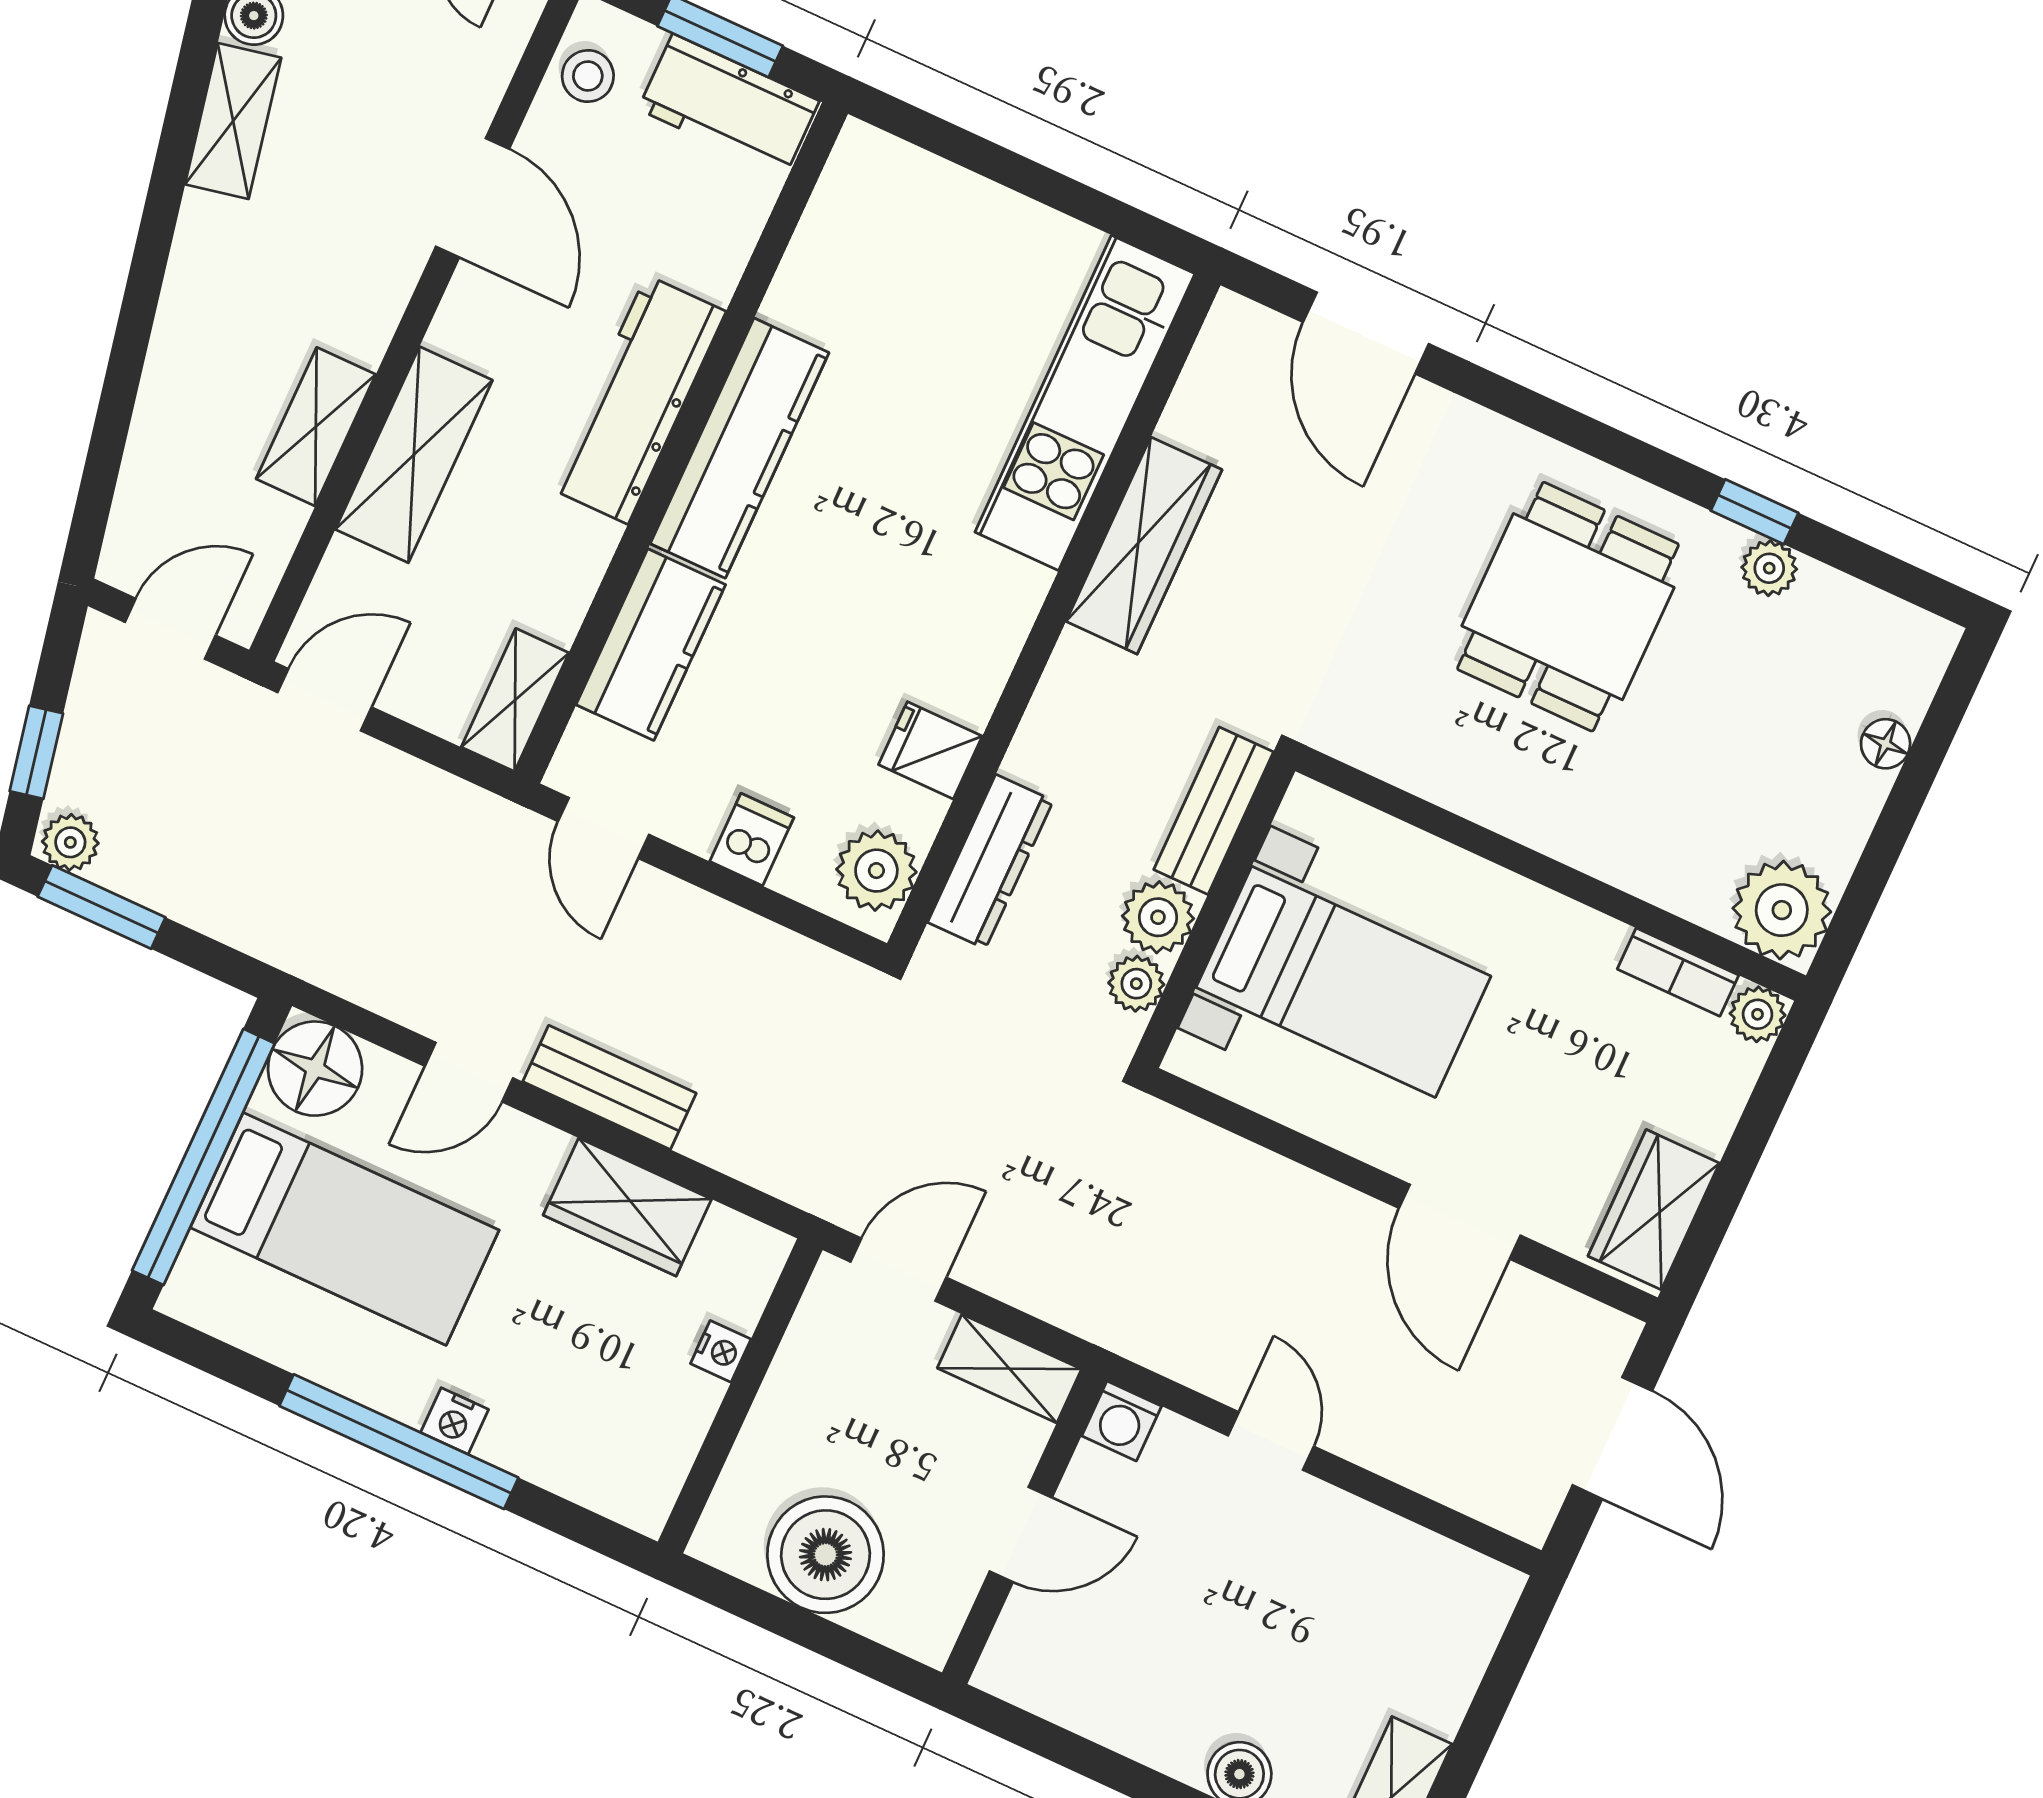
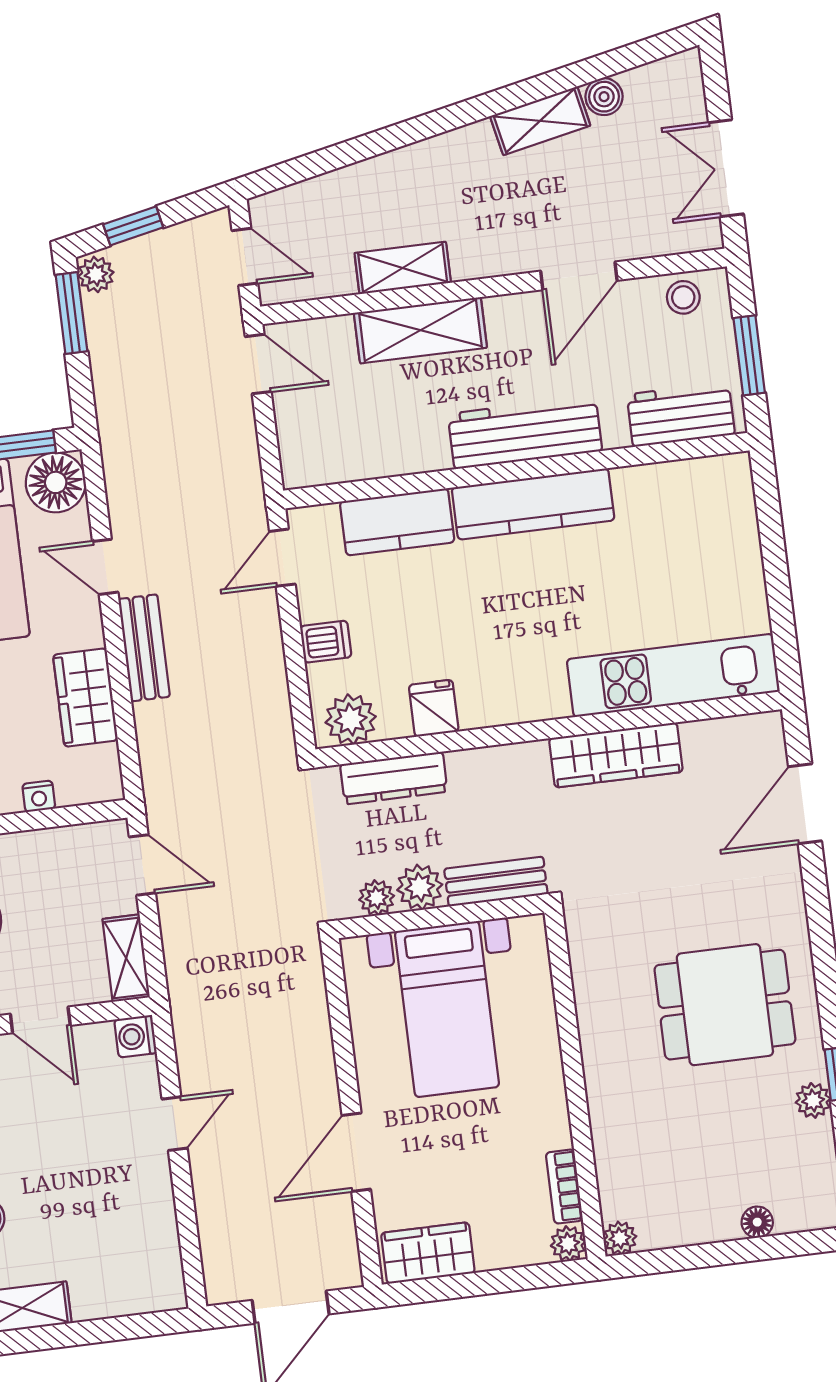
workbench: (729, 105) -> (681, 414), moved, turned 90
shelving: (515, 700) -> (322, 467), removed
plant: (1782, 910) -> (620, 1238), width x0.53, depth x0.53

